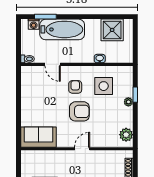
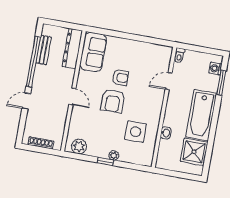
bathtub: (62, 29) -> (201, 115), moved
armchair: (75, 87) -> (120, 77), moved
window: (135, 95) -> (105, 161), moved
dresser: (39, 157) -> (72, 49), added

